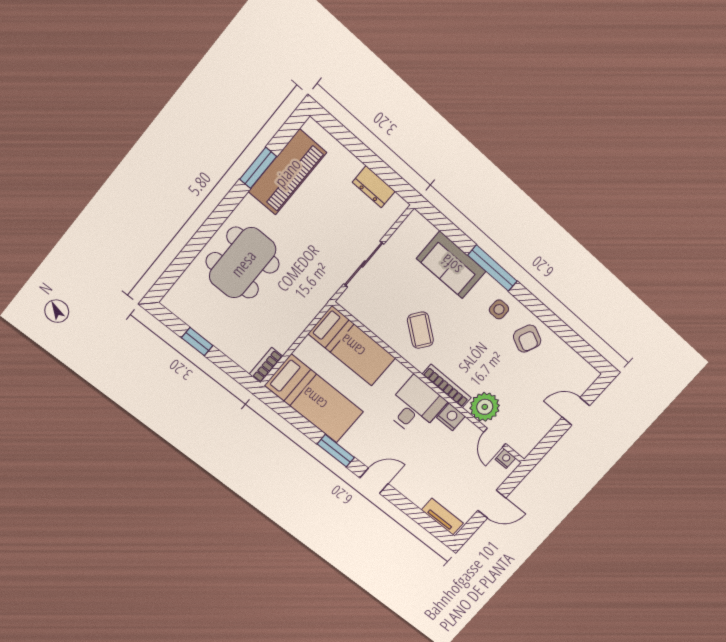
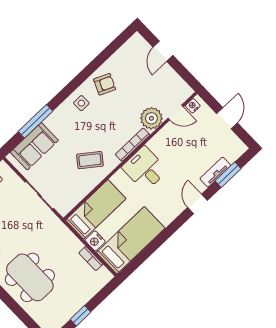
sofa: (451, 265) -> (34, 146), moved
window: (493, 268) -> (36, 121), moved
bookcase: (266, 365) -> (91, 259), moved
nightstand: (451, 417) -> (95, 241), moved, turned -90
window: (336, 451) -> (228, 175), moved
tv unit: (442, 517) -> (215, 172), moved

